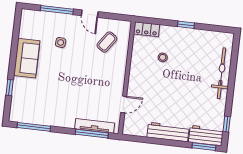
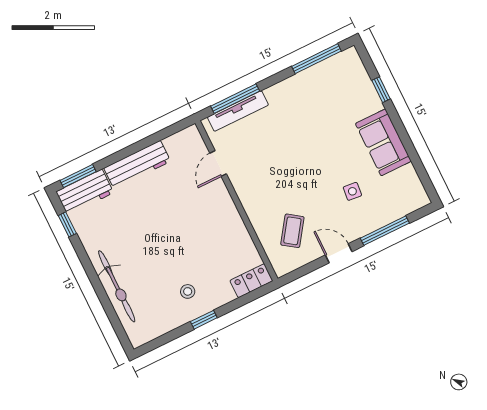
stool: (163, 57) -> (188, 291), moved

